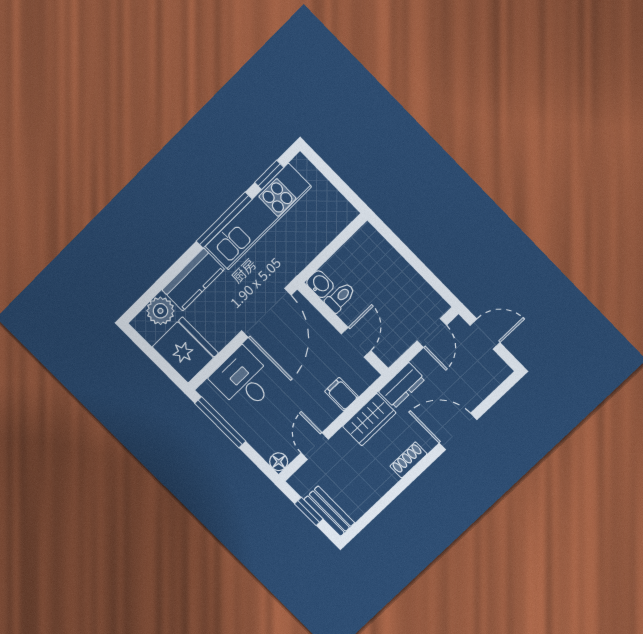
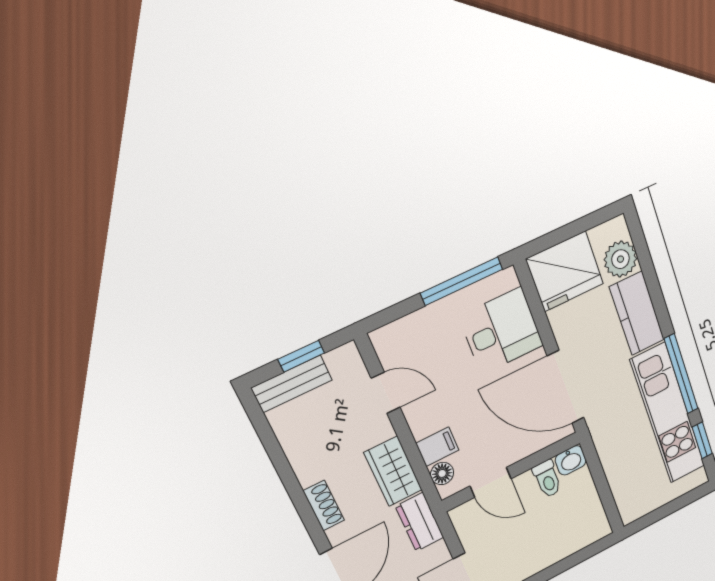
floor lamp: (279, 462) -> (442, 473), moved

